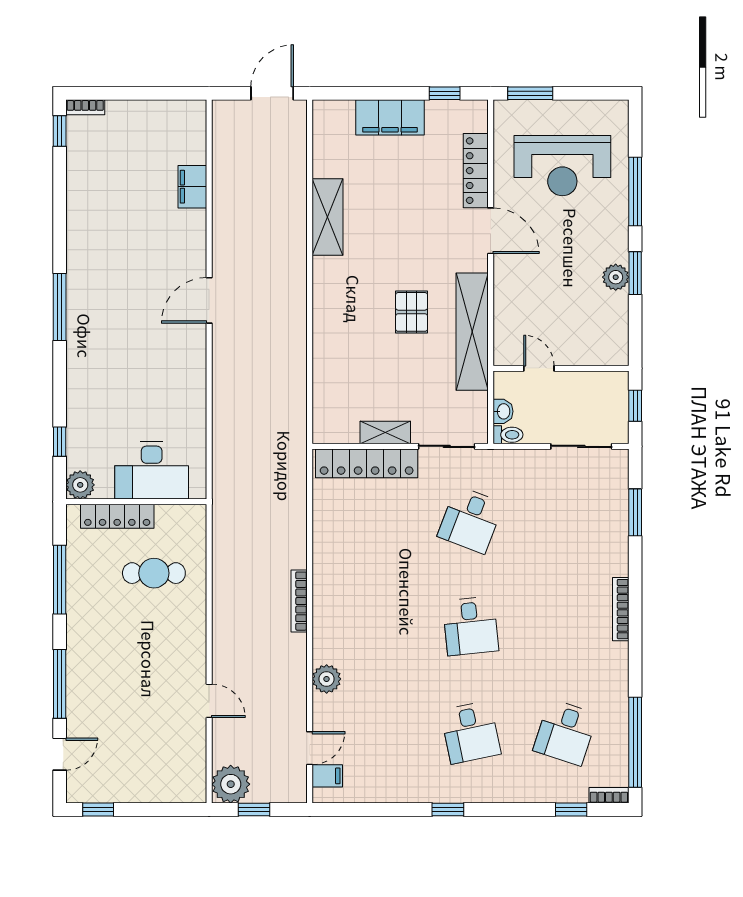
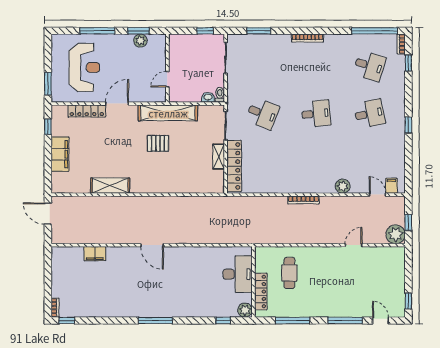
door: (539, 368) -> (167, 79), moved
wall: (561, 368) -> (167, 68), moved

